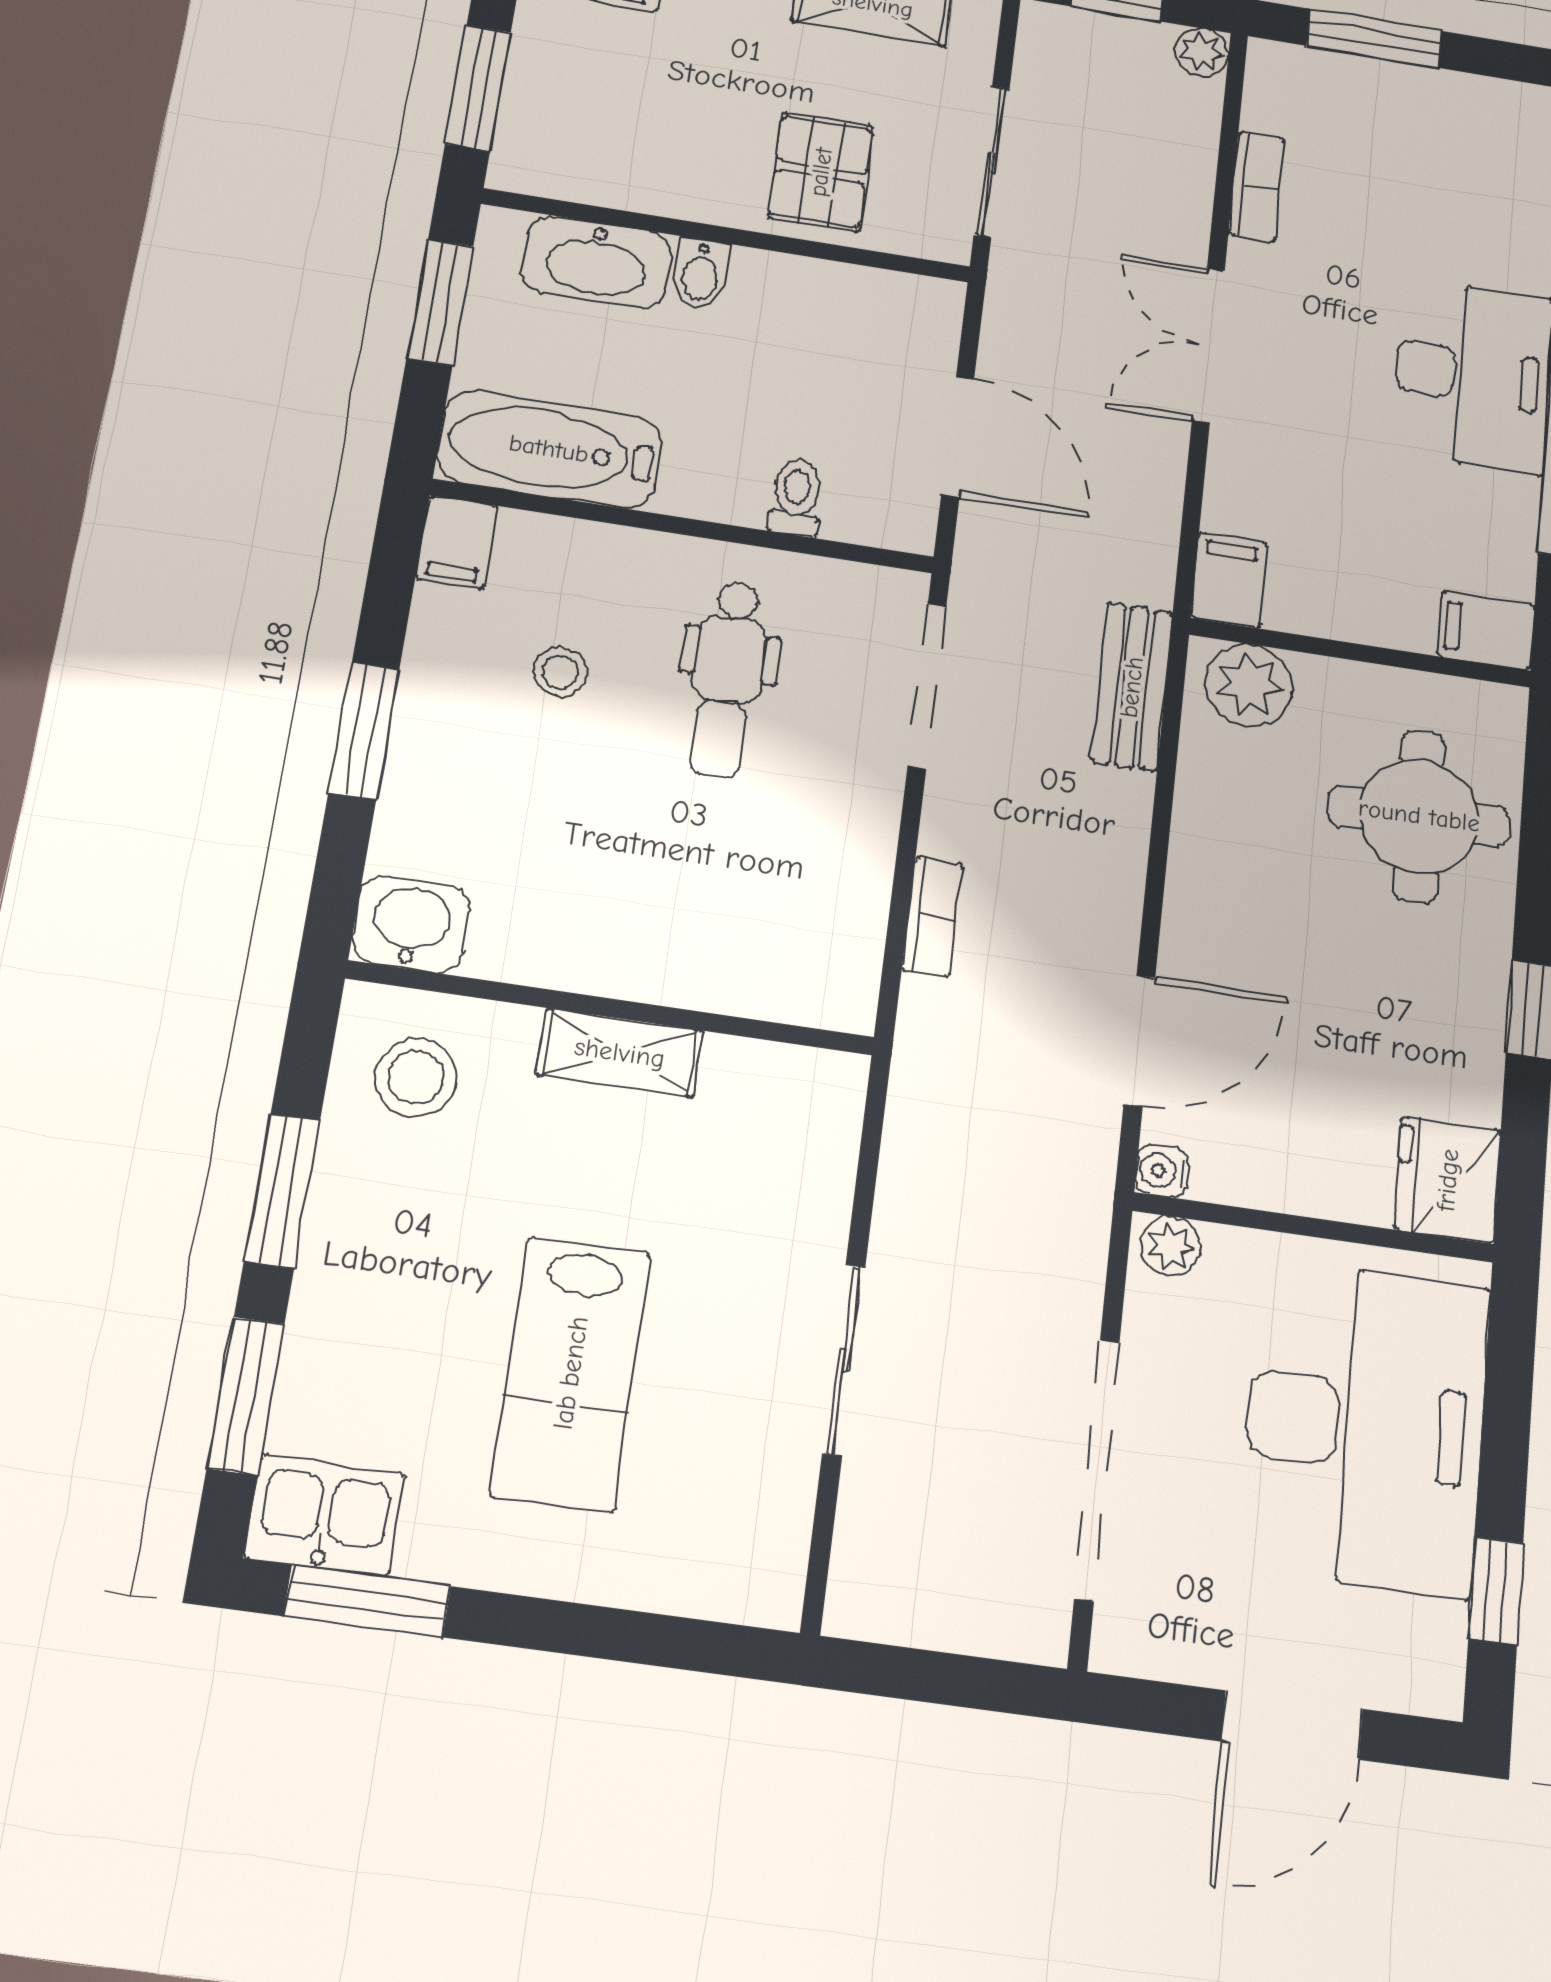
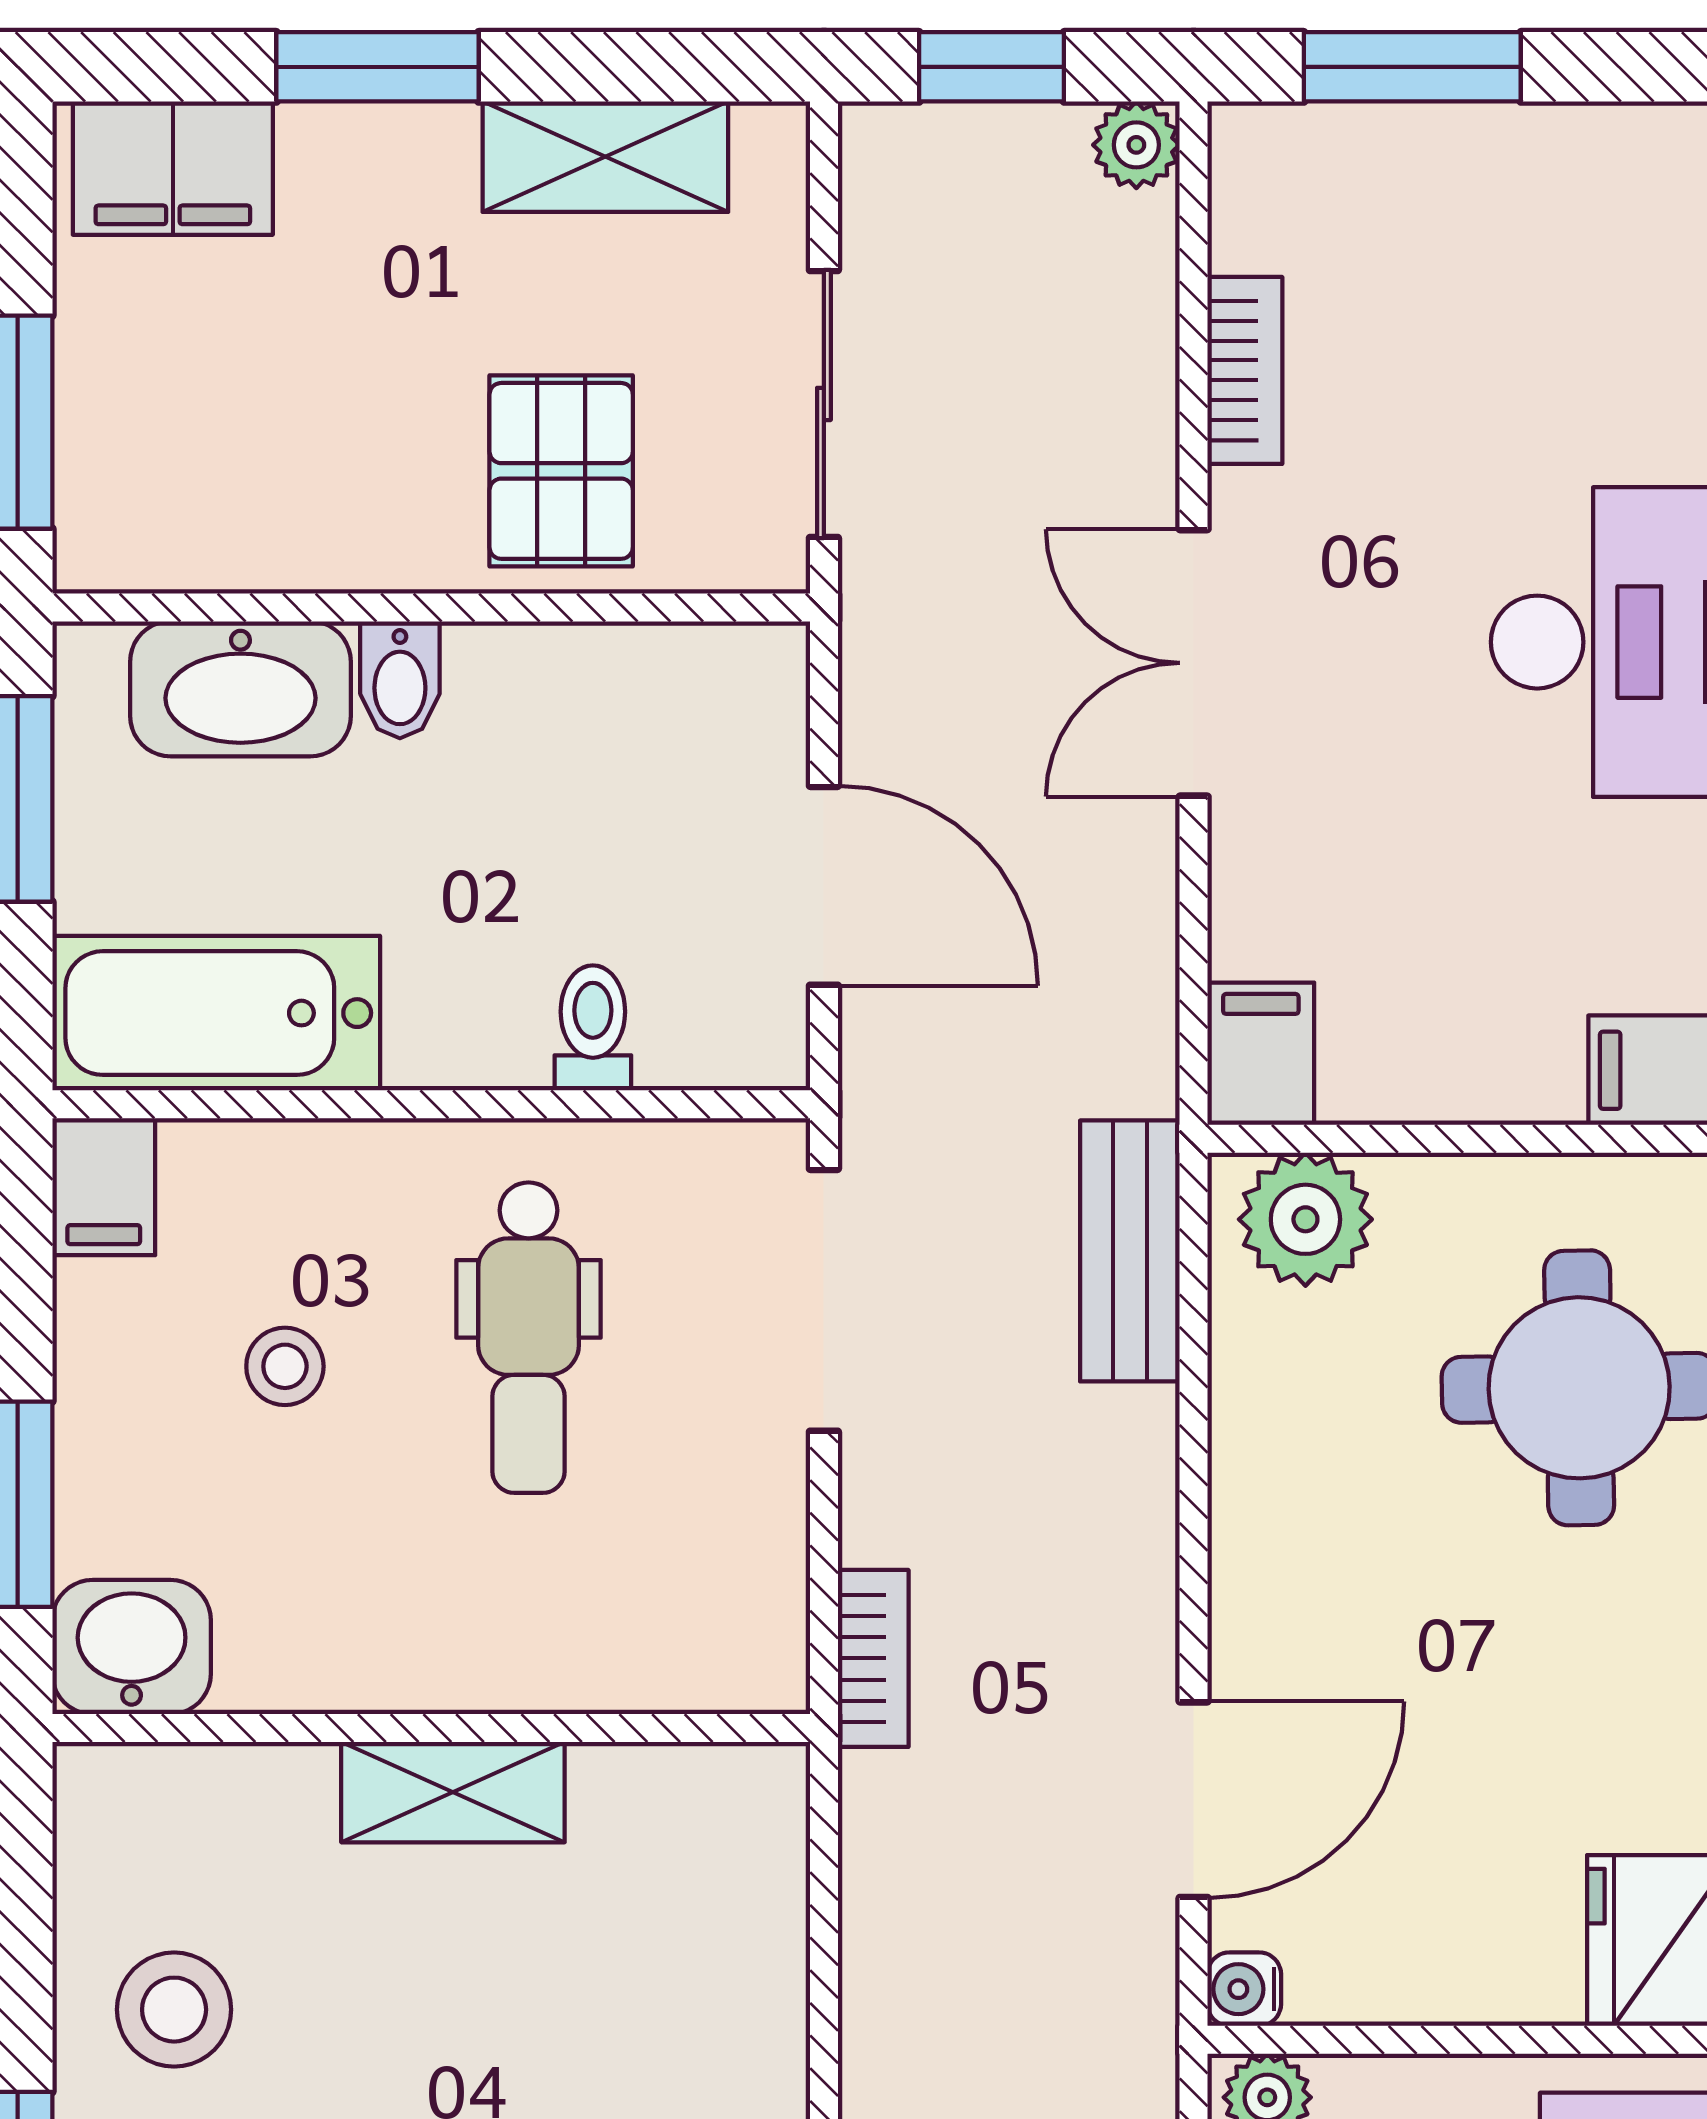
washbasin: (411, 924) -> (132, 1647), moved
wall: (611, 1008) -> (431, 1728), moved
shelving: (620, 1053) -> (453, 1792), moved

